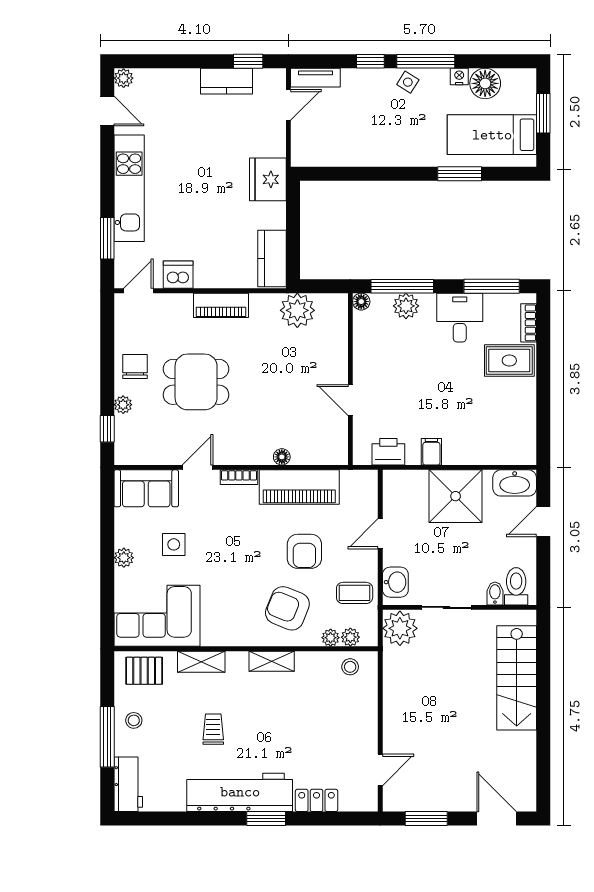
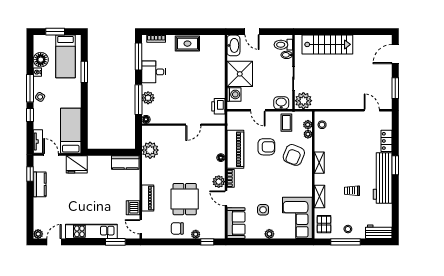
bed: (338, 146) -> (71, 131), added
fridge: (268, 179) -> (77, 164), moved
piano: (221, 305) -> (148, 198), moved
rug: (509, 361) -> (187, 44), moved, turned 90
filing cabinet: (431, 452) -> (218, 86), removed
plant: (232, 453) -> (219, 182), added
washing machine: (413, 484) -> (234, 94), added
window: (107, 737) -> (346, 242), moved

